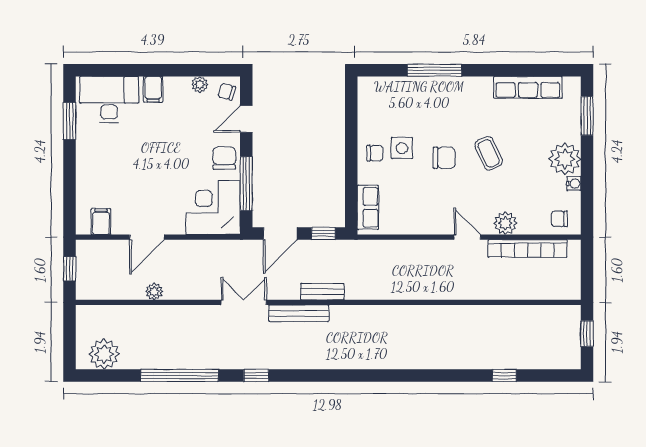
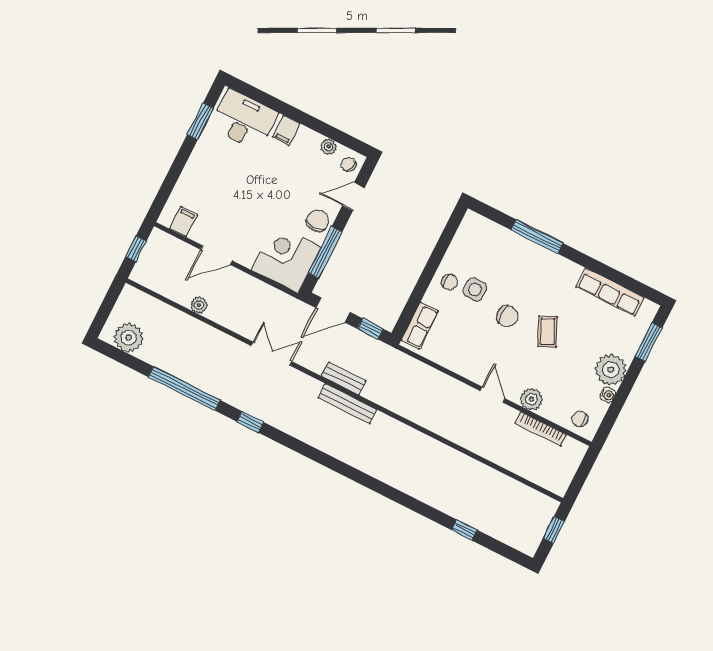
bookcase: (528, 249) -> (541, 429), width x0.68, depth x0.76
bench: (299, 313) -> (348, 404), moved

